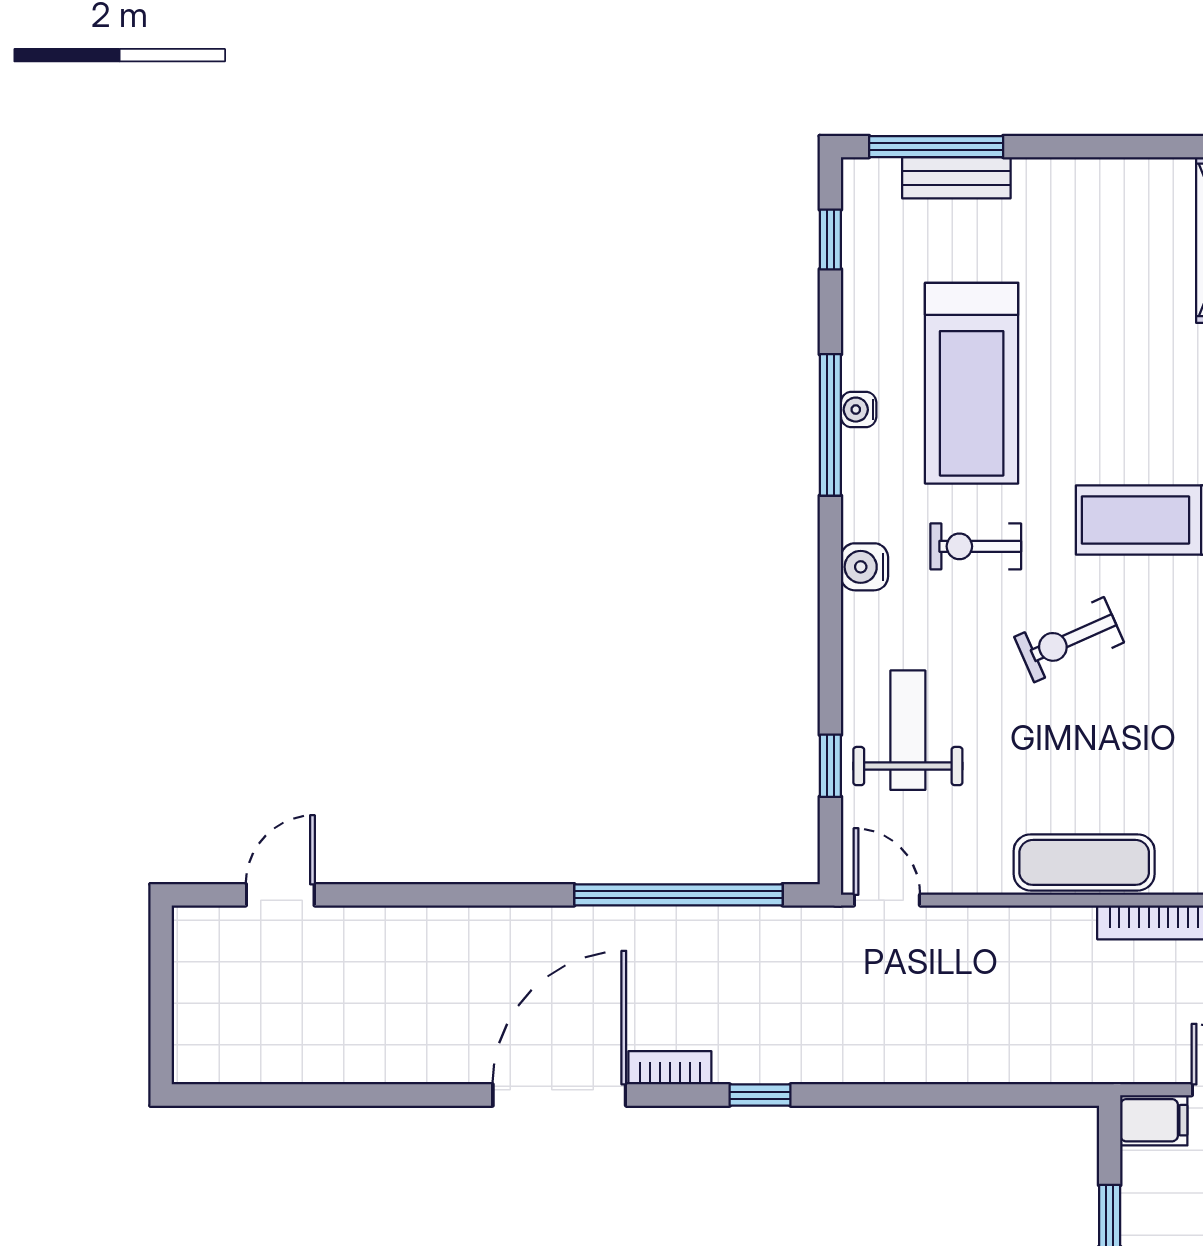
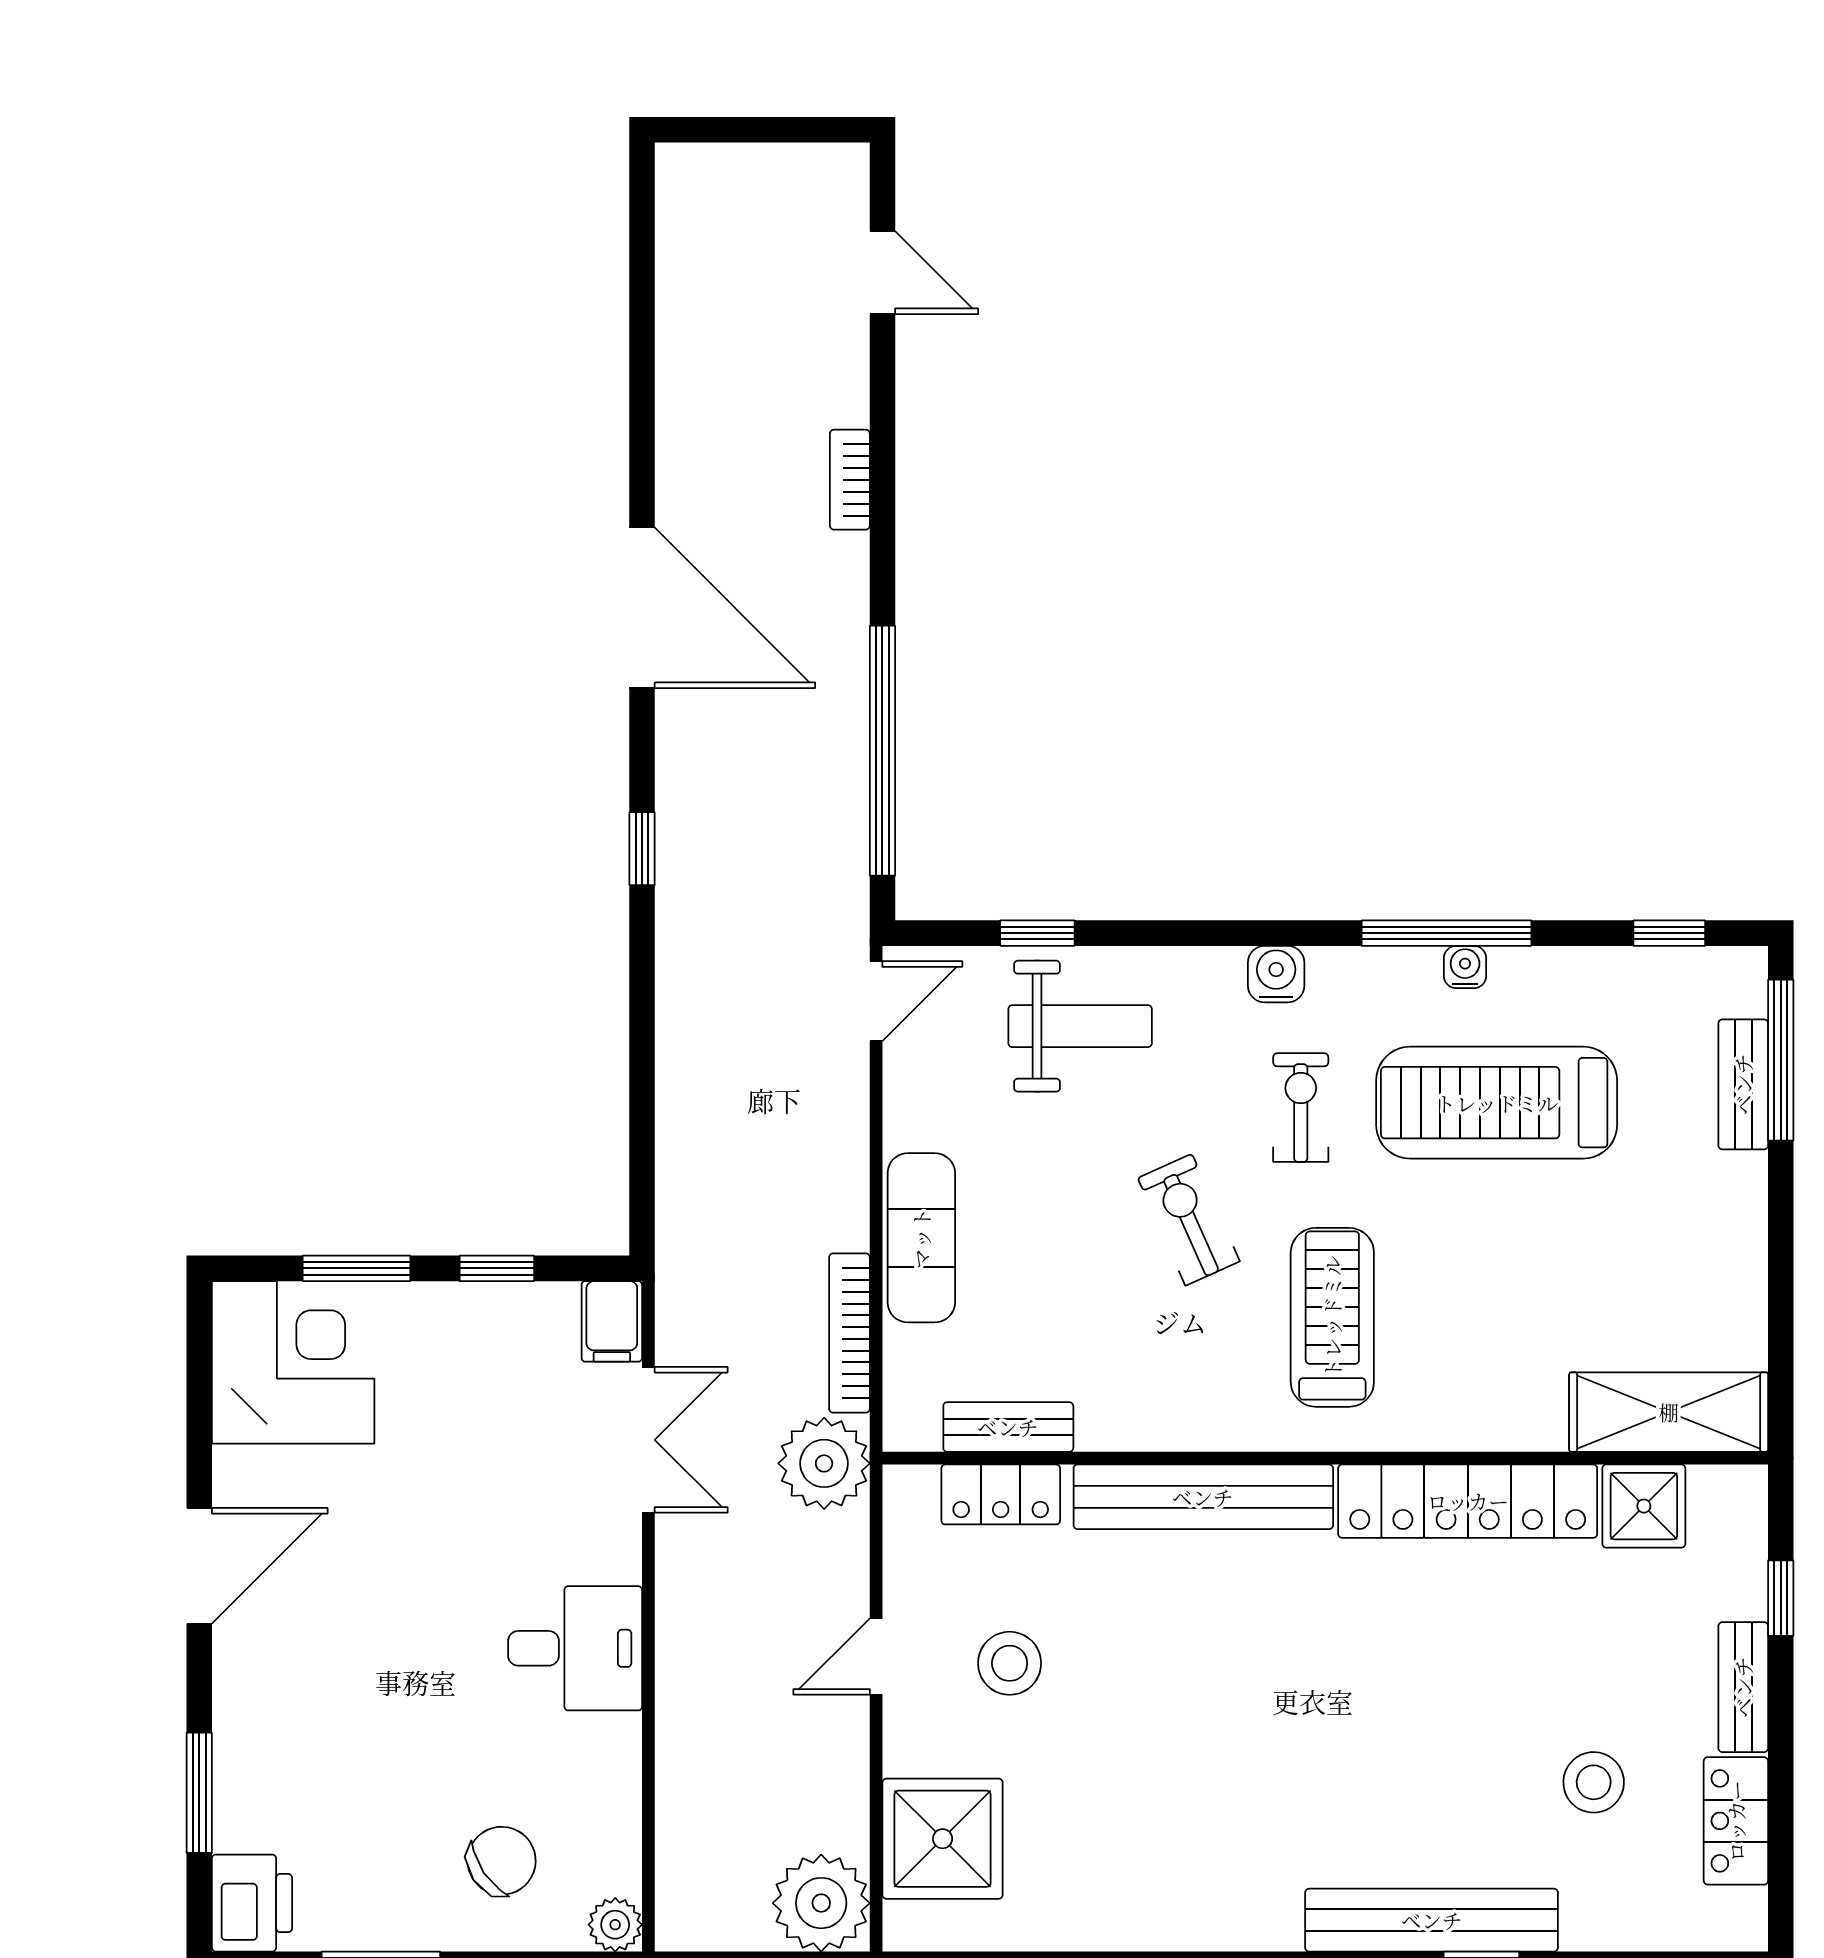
bookcase: (670, 1068) -> (850, 480), moved, turned 180

